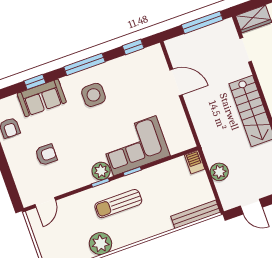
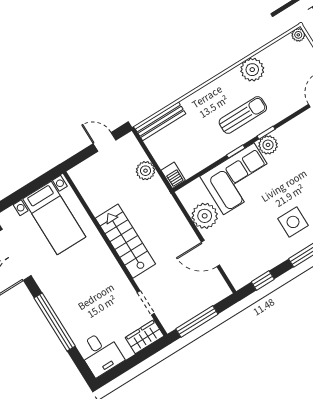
plant: (174, 118) -> (205, 216), added

